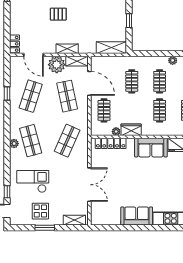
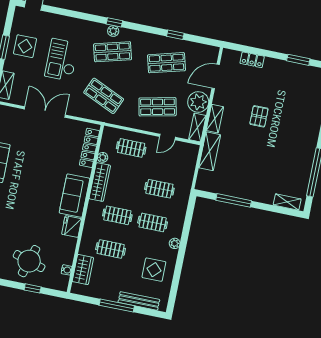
window: (129, 21) -> (234, 200), width x2.17
locker: (15, 44) -> (252, 60), moved
shelving: (111, 48) -> (210, 151), moved
door: (89, 83) -> (167, 137), width x0.53
shop shelf: (31, 96) -> (167, 63), turned -33
wardrobe: (131, 130) -> (100, 182), width x1.50
checkout: (33, 181) -> (62, 60), moved, turned 180
double door: (89, 185) -> (45, 112), swing flipped
window: (7, 192) -> (114, 22), moved

